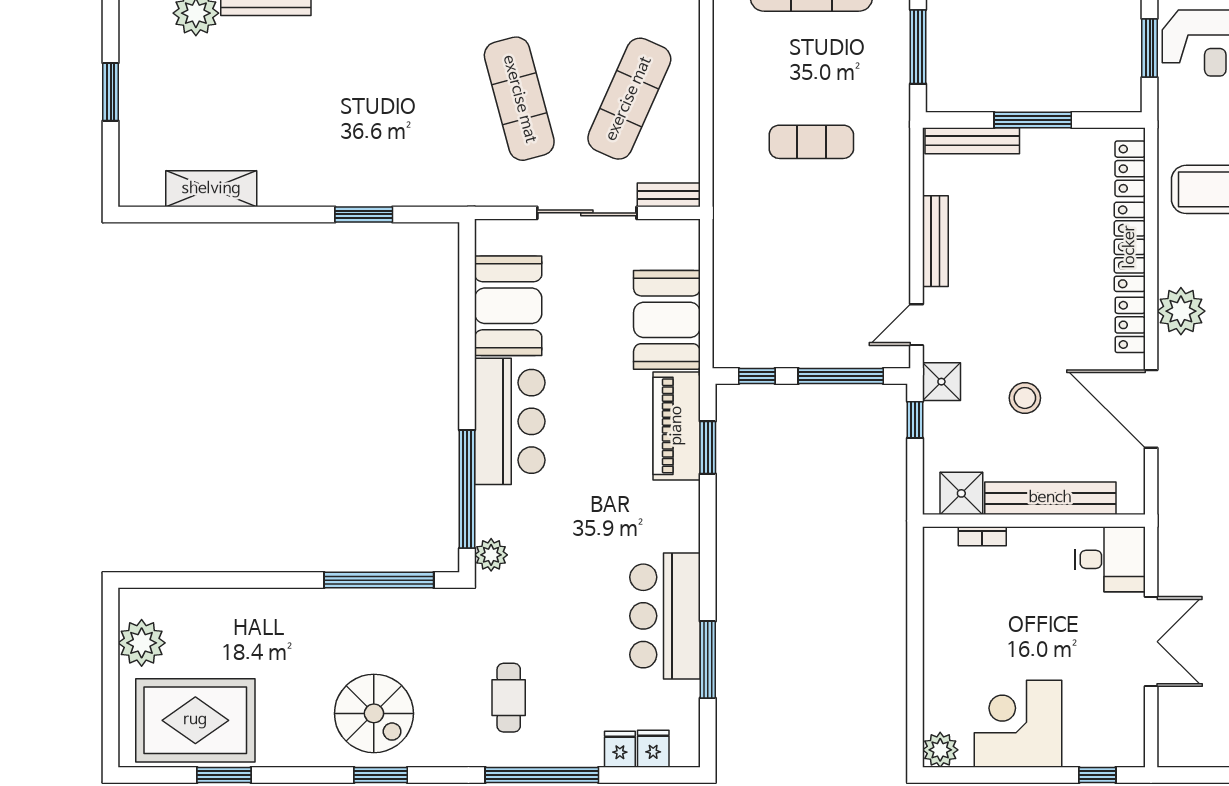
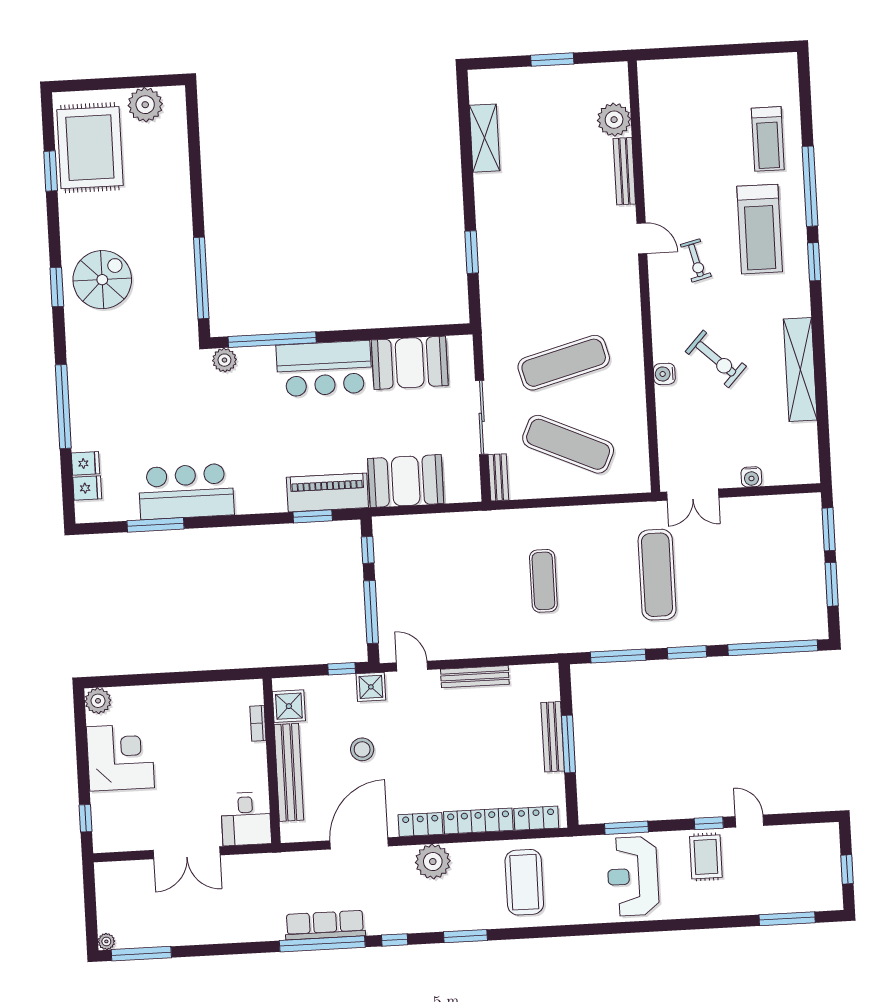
bench: (972, 141) -> (553, 737), moved
cafe table: (509, 698) -> (119, 379), removed
spiral stairs: (374, 713) -> (102, 280), turned 180

